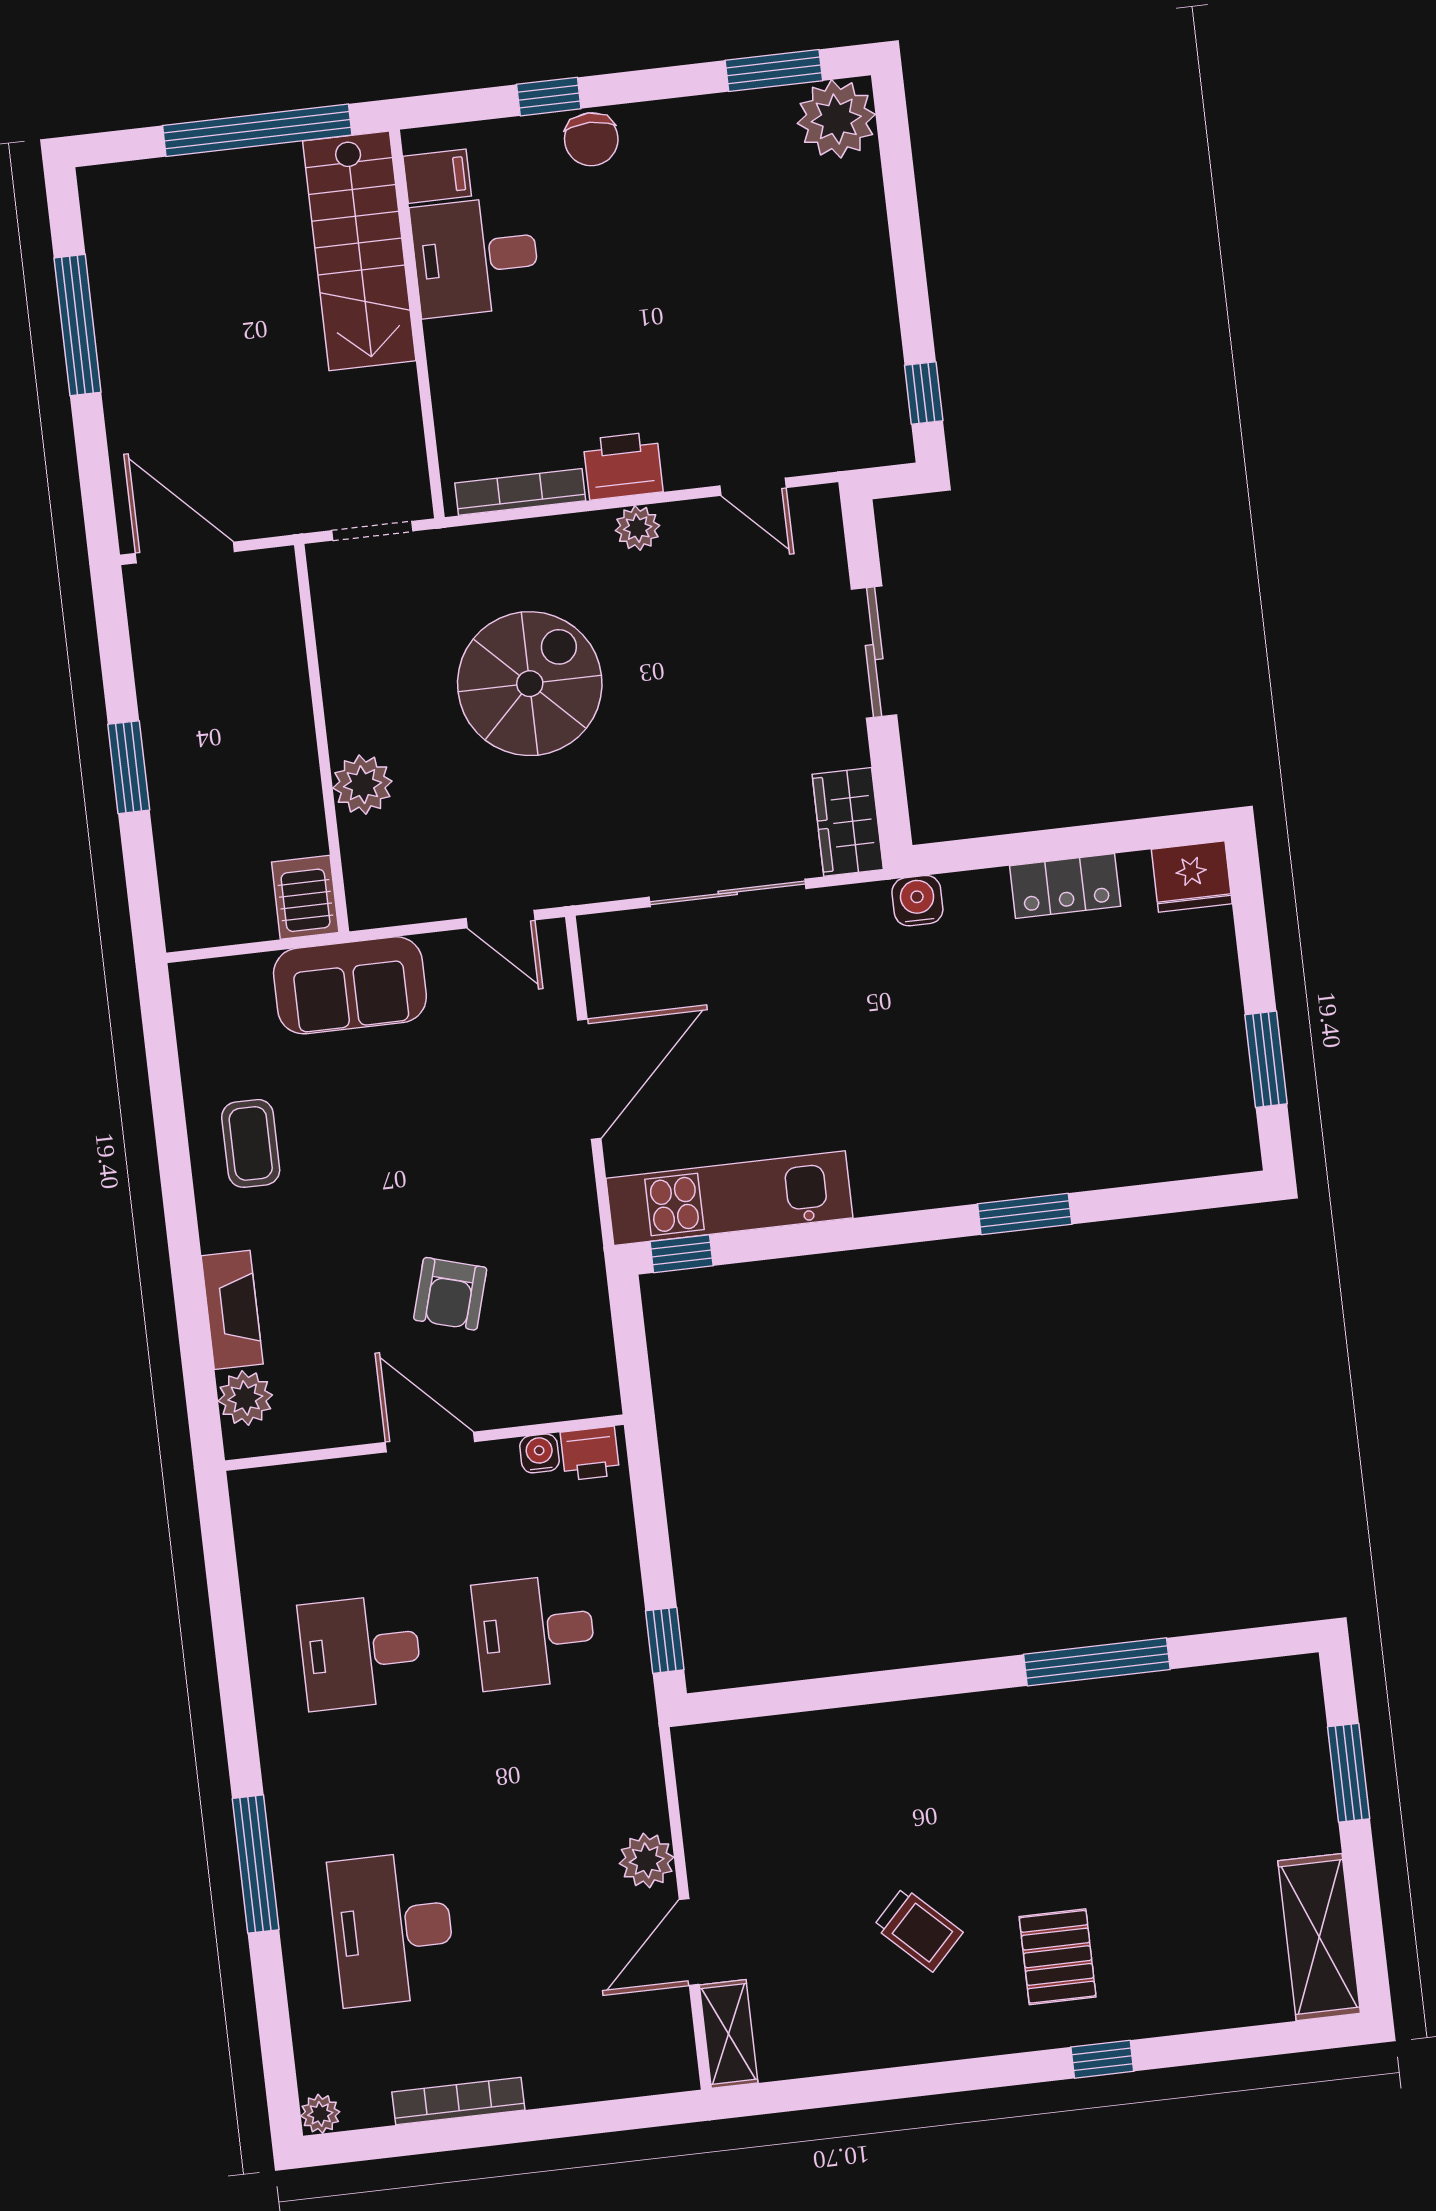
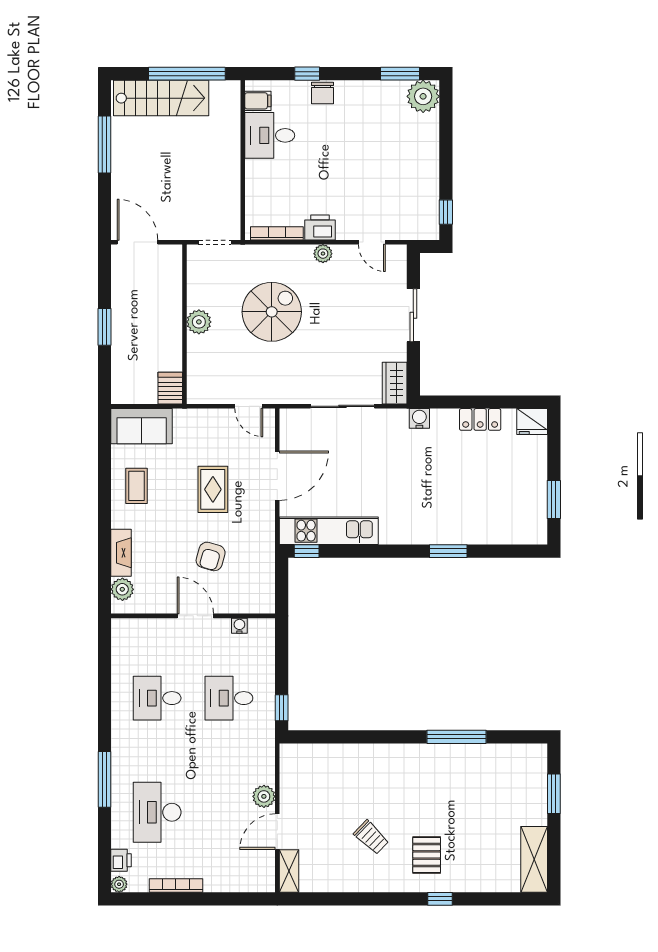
stairs: (359, 251) -> (161, 98), moved, turned -90
plant: (362, 785) -> (199, 322), moved
sofa: (350, 985) -> (142, 426), moved
rug: (437, 1130) -> (213, 489), added
printer: (590, 1454) -> (121, 860), moved, turned -90

